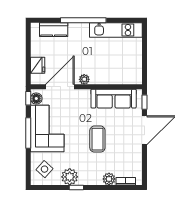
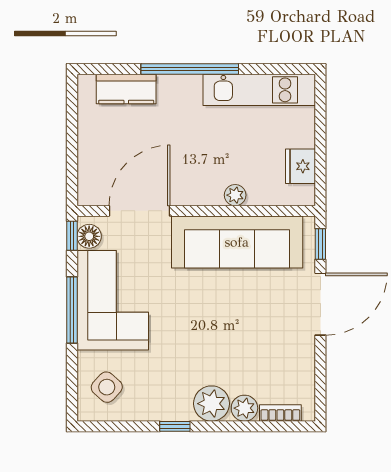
fridge: (38, 65) -> (300, 166), moved, turned 180
plant: (84, 79) -> (235, 195), moved
sofa: (114, 99) -> (237, 242), width x1.36, depth x1.27
coffee table: (97, 139) -> (220, 323), removed
plant: (70, 177) -> (212, 404), moved

